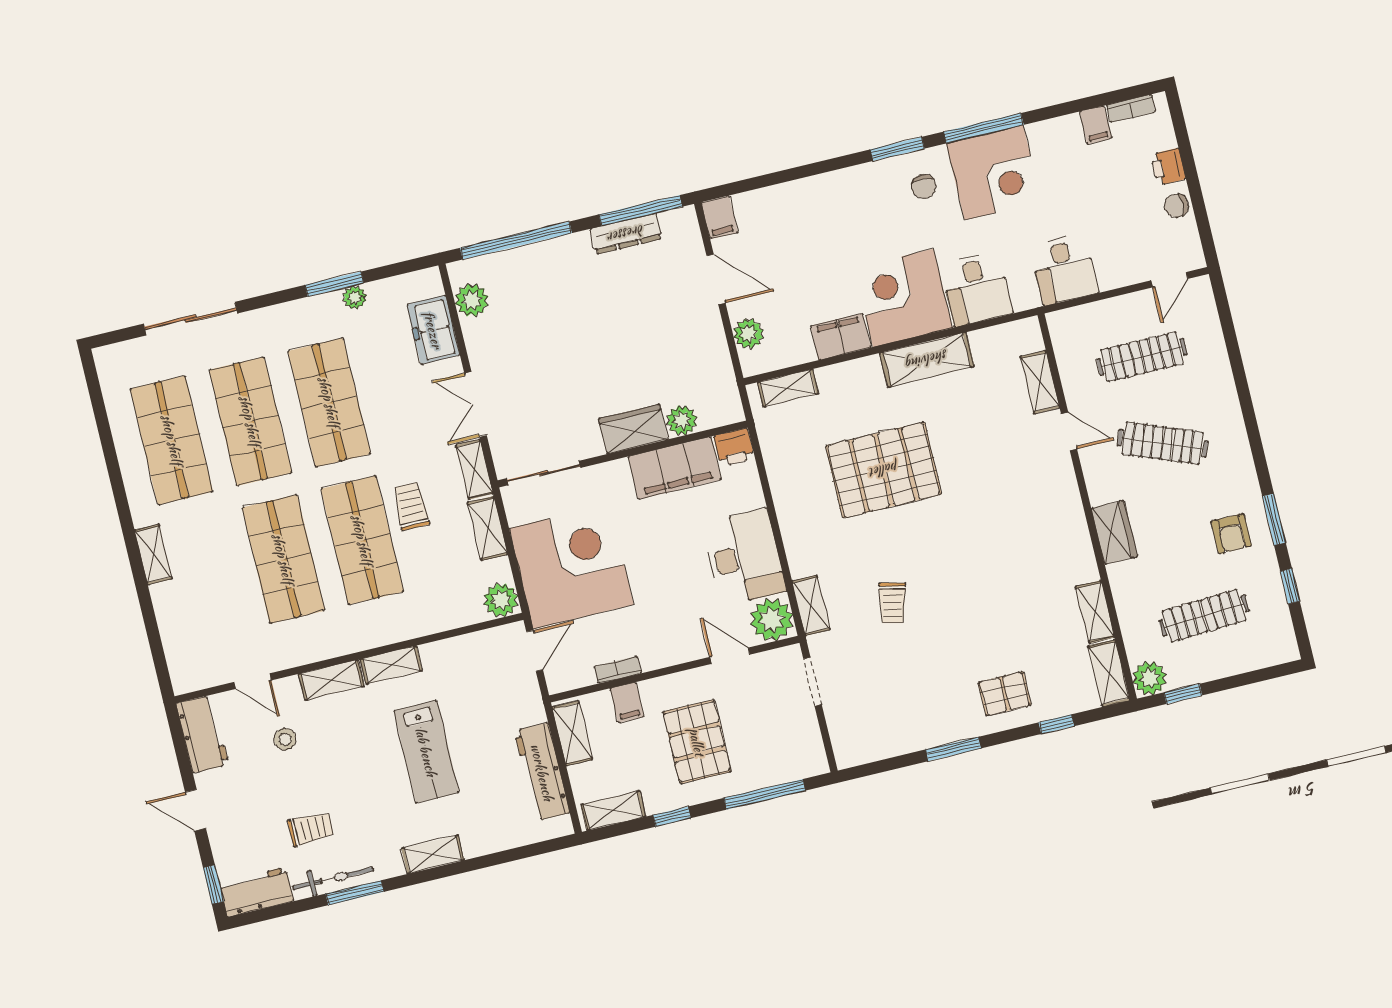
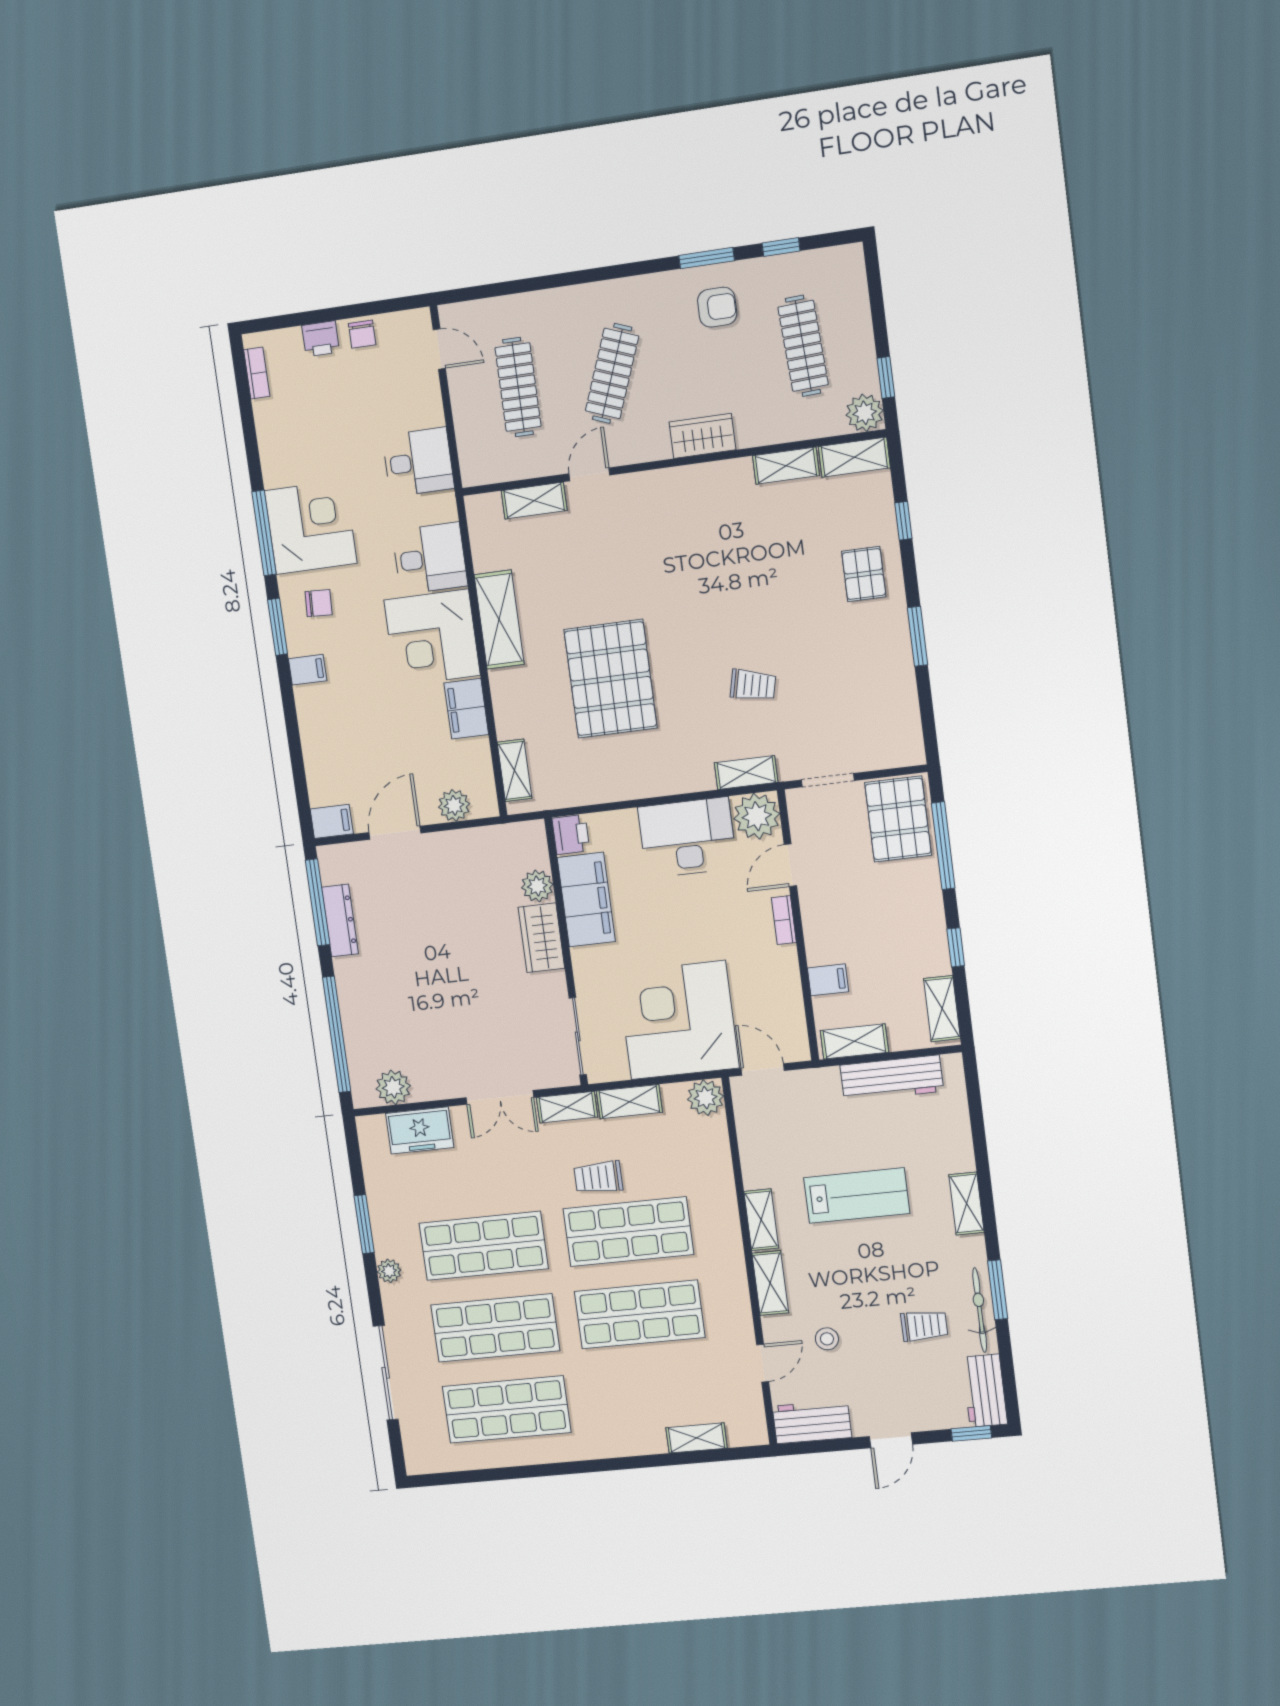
filing cabinet: (1096, 125) -> (308, 670), moved
plant: (355, 298) -> (389, 1271), moved
shelving: (153, 554) -> (696, 1438), moved
bookcase: (618, 670) -> (784, 920), moved
pallet: (697, 742) -> (898, 819), moved, turned 90
trolley: (311, 829) -> (924, 1326), turned 90

